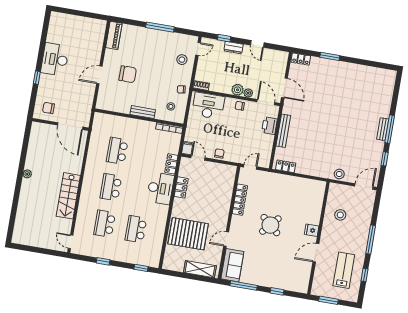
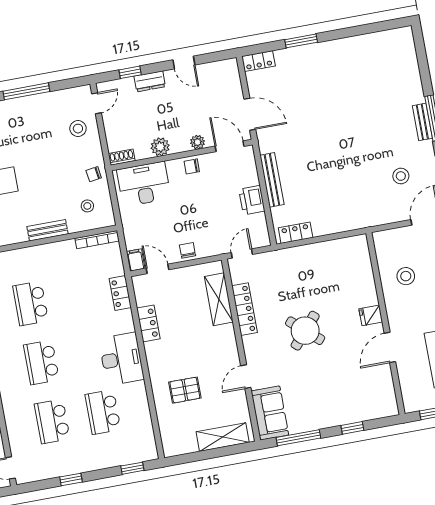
plant: (238, 90) -> (160, 147), moved
printer: (269, 126) -> (252, 200), moved
stool: (339, 174) -> (401, 176), moved
desk: (160, 188) -> (121, 359), moved
shelving: (227, 188) -> (219, 299), added
pallet: (188, 234) -> (185, 390), width x0.49, depth x0.50

